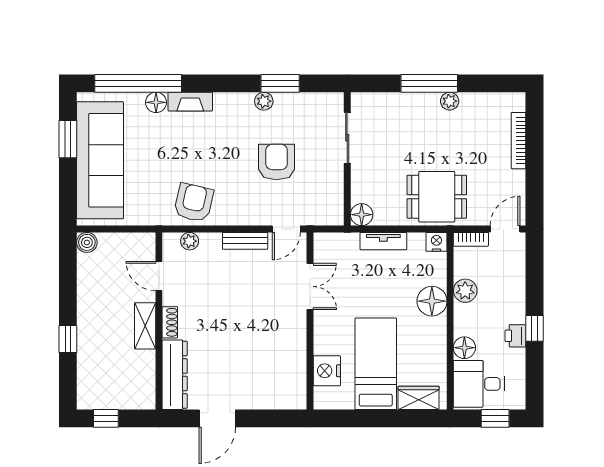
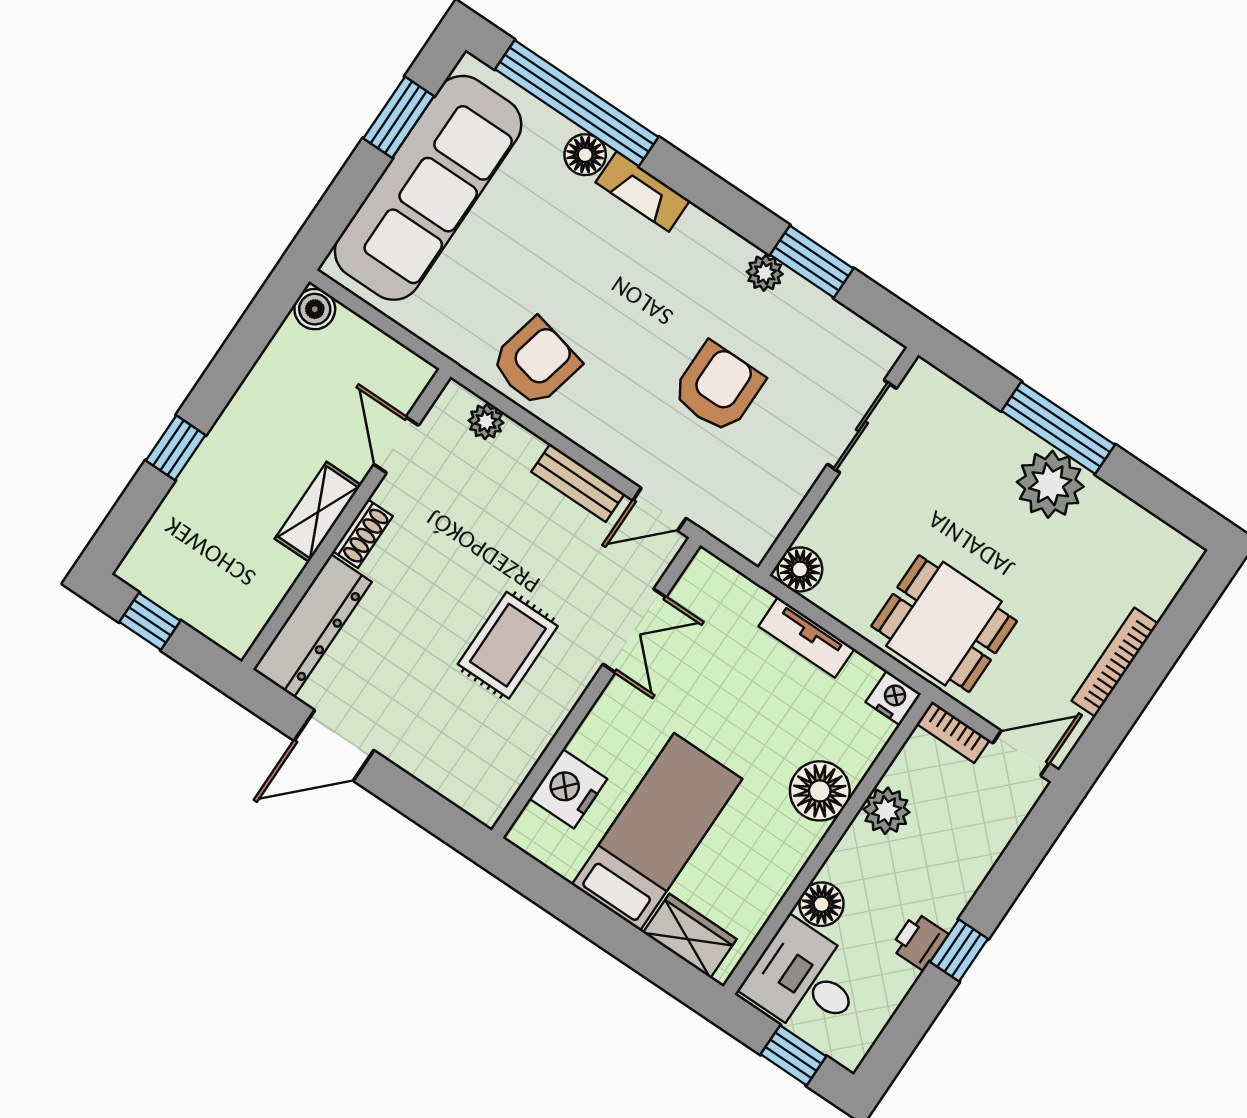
plant: (450, 101) -> (1050, 484), width x1.87, depth x1.87
bookcase: (519, 141) -> (1115, 662), moved
rug: (261, 328) -> (508, 645), added

